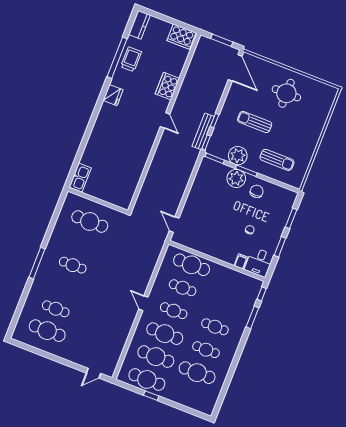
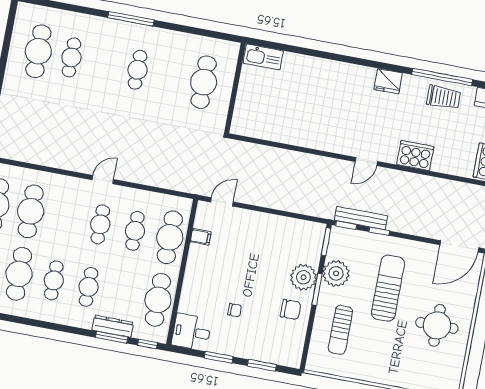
sun lounger: (255, 122) -> (388, 288), width x1.36, depth x1.34
filing cabinet: (241, 261) -> (201, 237), moved
dresser: (245, 315) -> (113, 326), added
cafe table: (165, 334) -> (158, 300), moved

